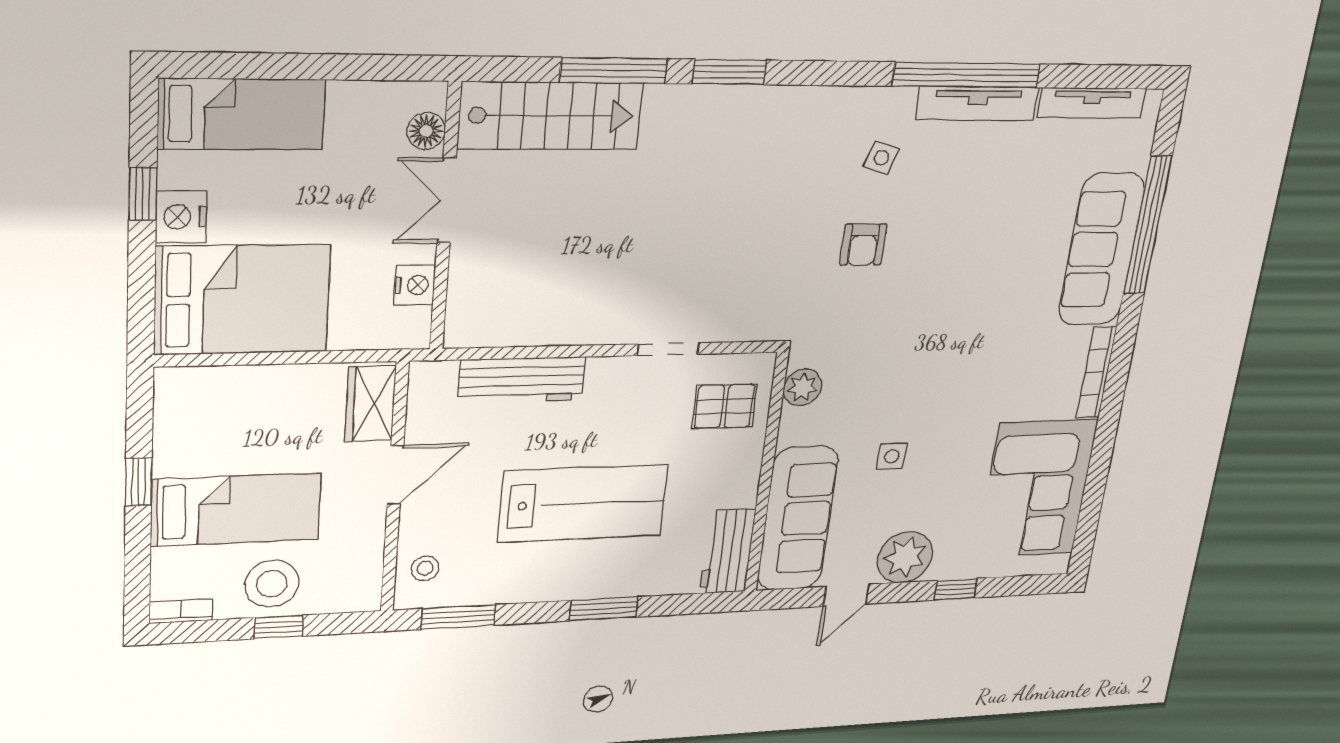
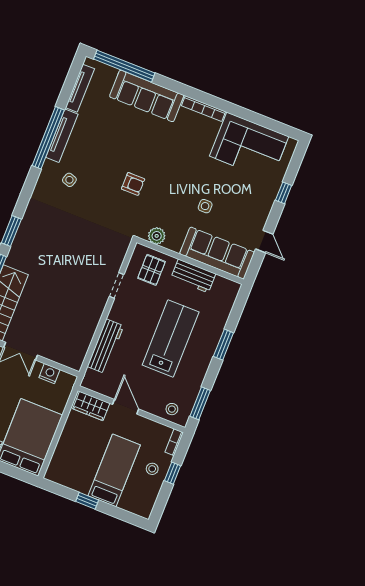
window: (1148, 225) -> (124, 66), moved
armchair: (863, 245) -> (133, 184), moved
workbench: (727, 552) -> (193, 276), moved
plant: (905, 557) -> (257, 212), removed
stool: (272, 584) -> (152, 469), width x0.53, depth x0.53
bookcase: (181, 611) -> (174, 442), moved

